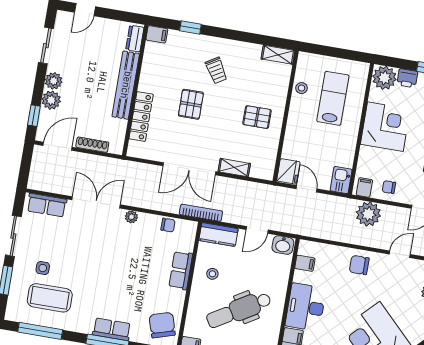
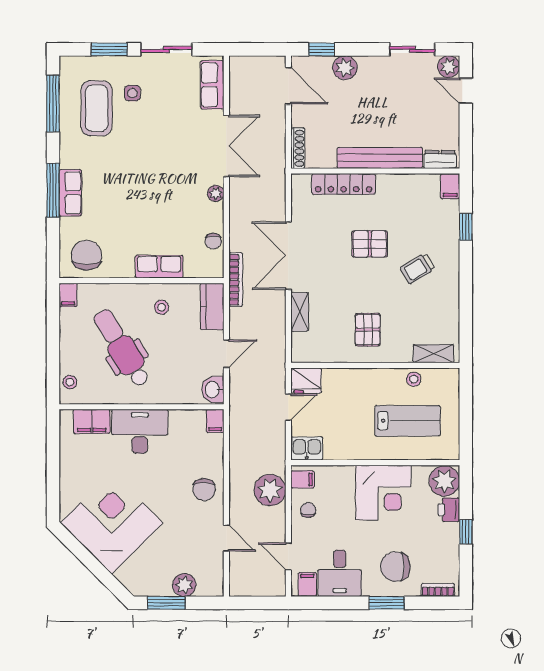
shelving: (278, 55) -> (433, 354), moved, turned 90
plant: (54, 81) -> (449, 67), moved
shoe rack: (92, 145) -> (298, 148), moved
door: (257, 230) -> (226, 354), swing flipped
filing cabinet: (305, 263) -> (215, 421), moved
chair: (359, 265) -> (204, 489), turned 180
chair: (162, 325) -> (86, 255), turned -73

